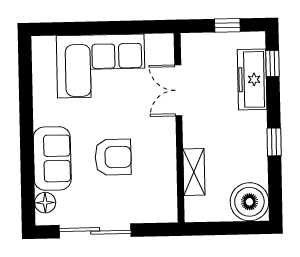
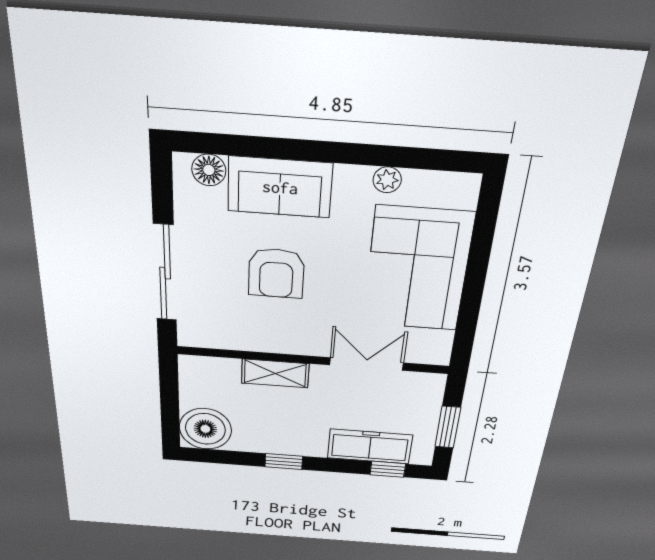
window: (227, 25) -> (448, 427), width x1.50
plant: (41, 93) -> (387, 180), added
shelving: (194, 172) -> (275, 373), moved
sliding door: (95, 231) -> (165, 273), moved

